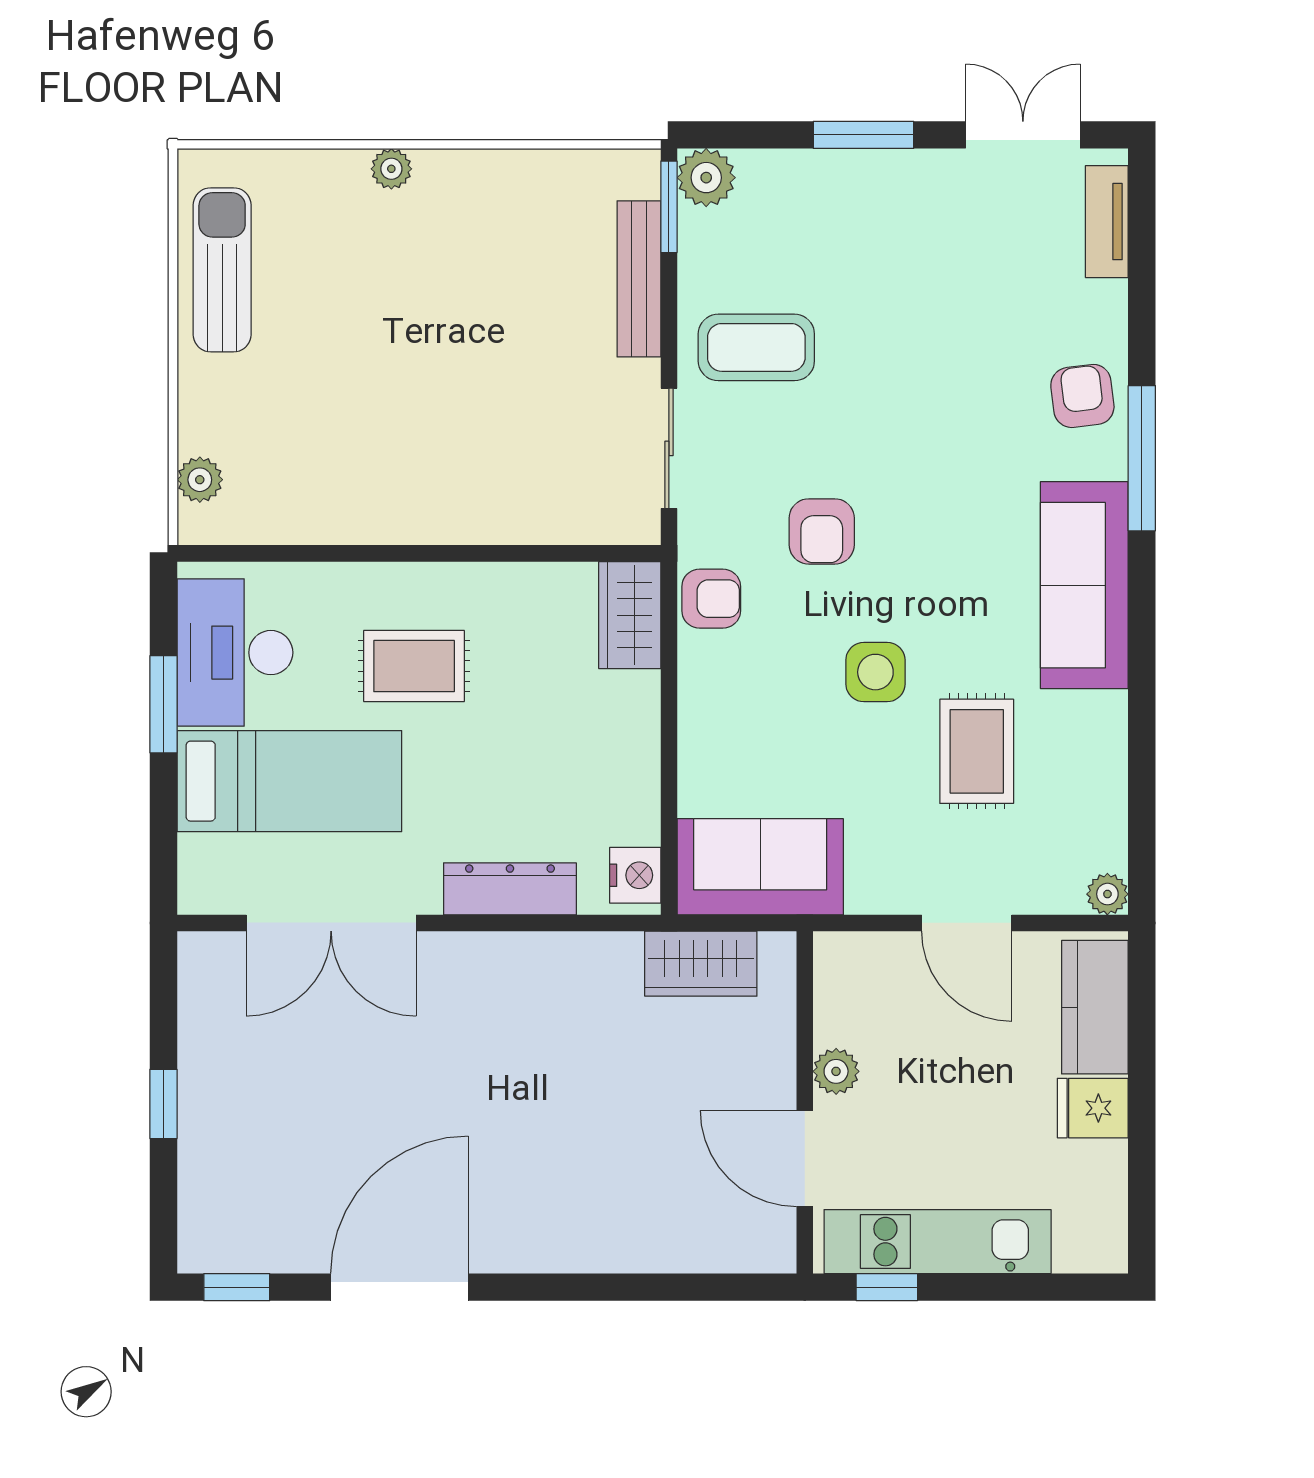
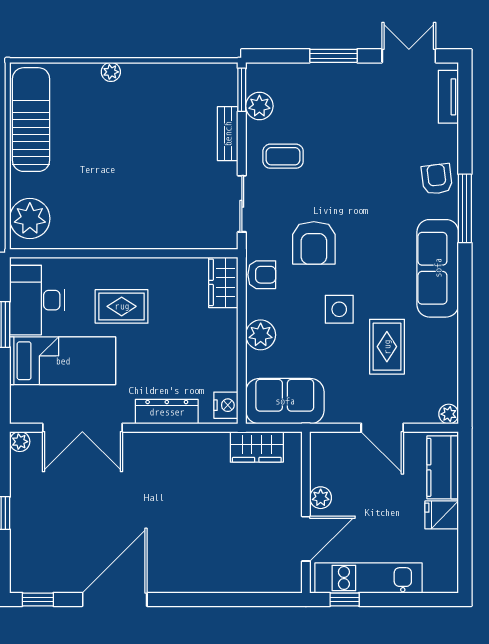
plant: (706, 178) -> (259, 106), moved
sun lounger: (222, 270) -> (31, 120), width x1.36, depth x1.34
bench: (639, 279) -> (228, 134), width x0.73
coffee table: (756, 347) -> (283, 156), width x0.73, depth x0.77
plant: (200, 480) -> (30, 219), width x1.87, depth x1.87
armchair: (822, 531) -> (314, 243), width x1.38, depth x1.38
plant: (709, 726) -> (261, 335), added
plant: (198, 952) -> (20, 442), added
door: (805, 1158) -> (306, 539), swing flipped

